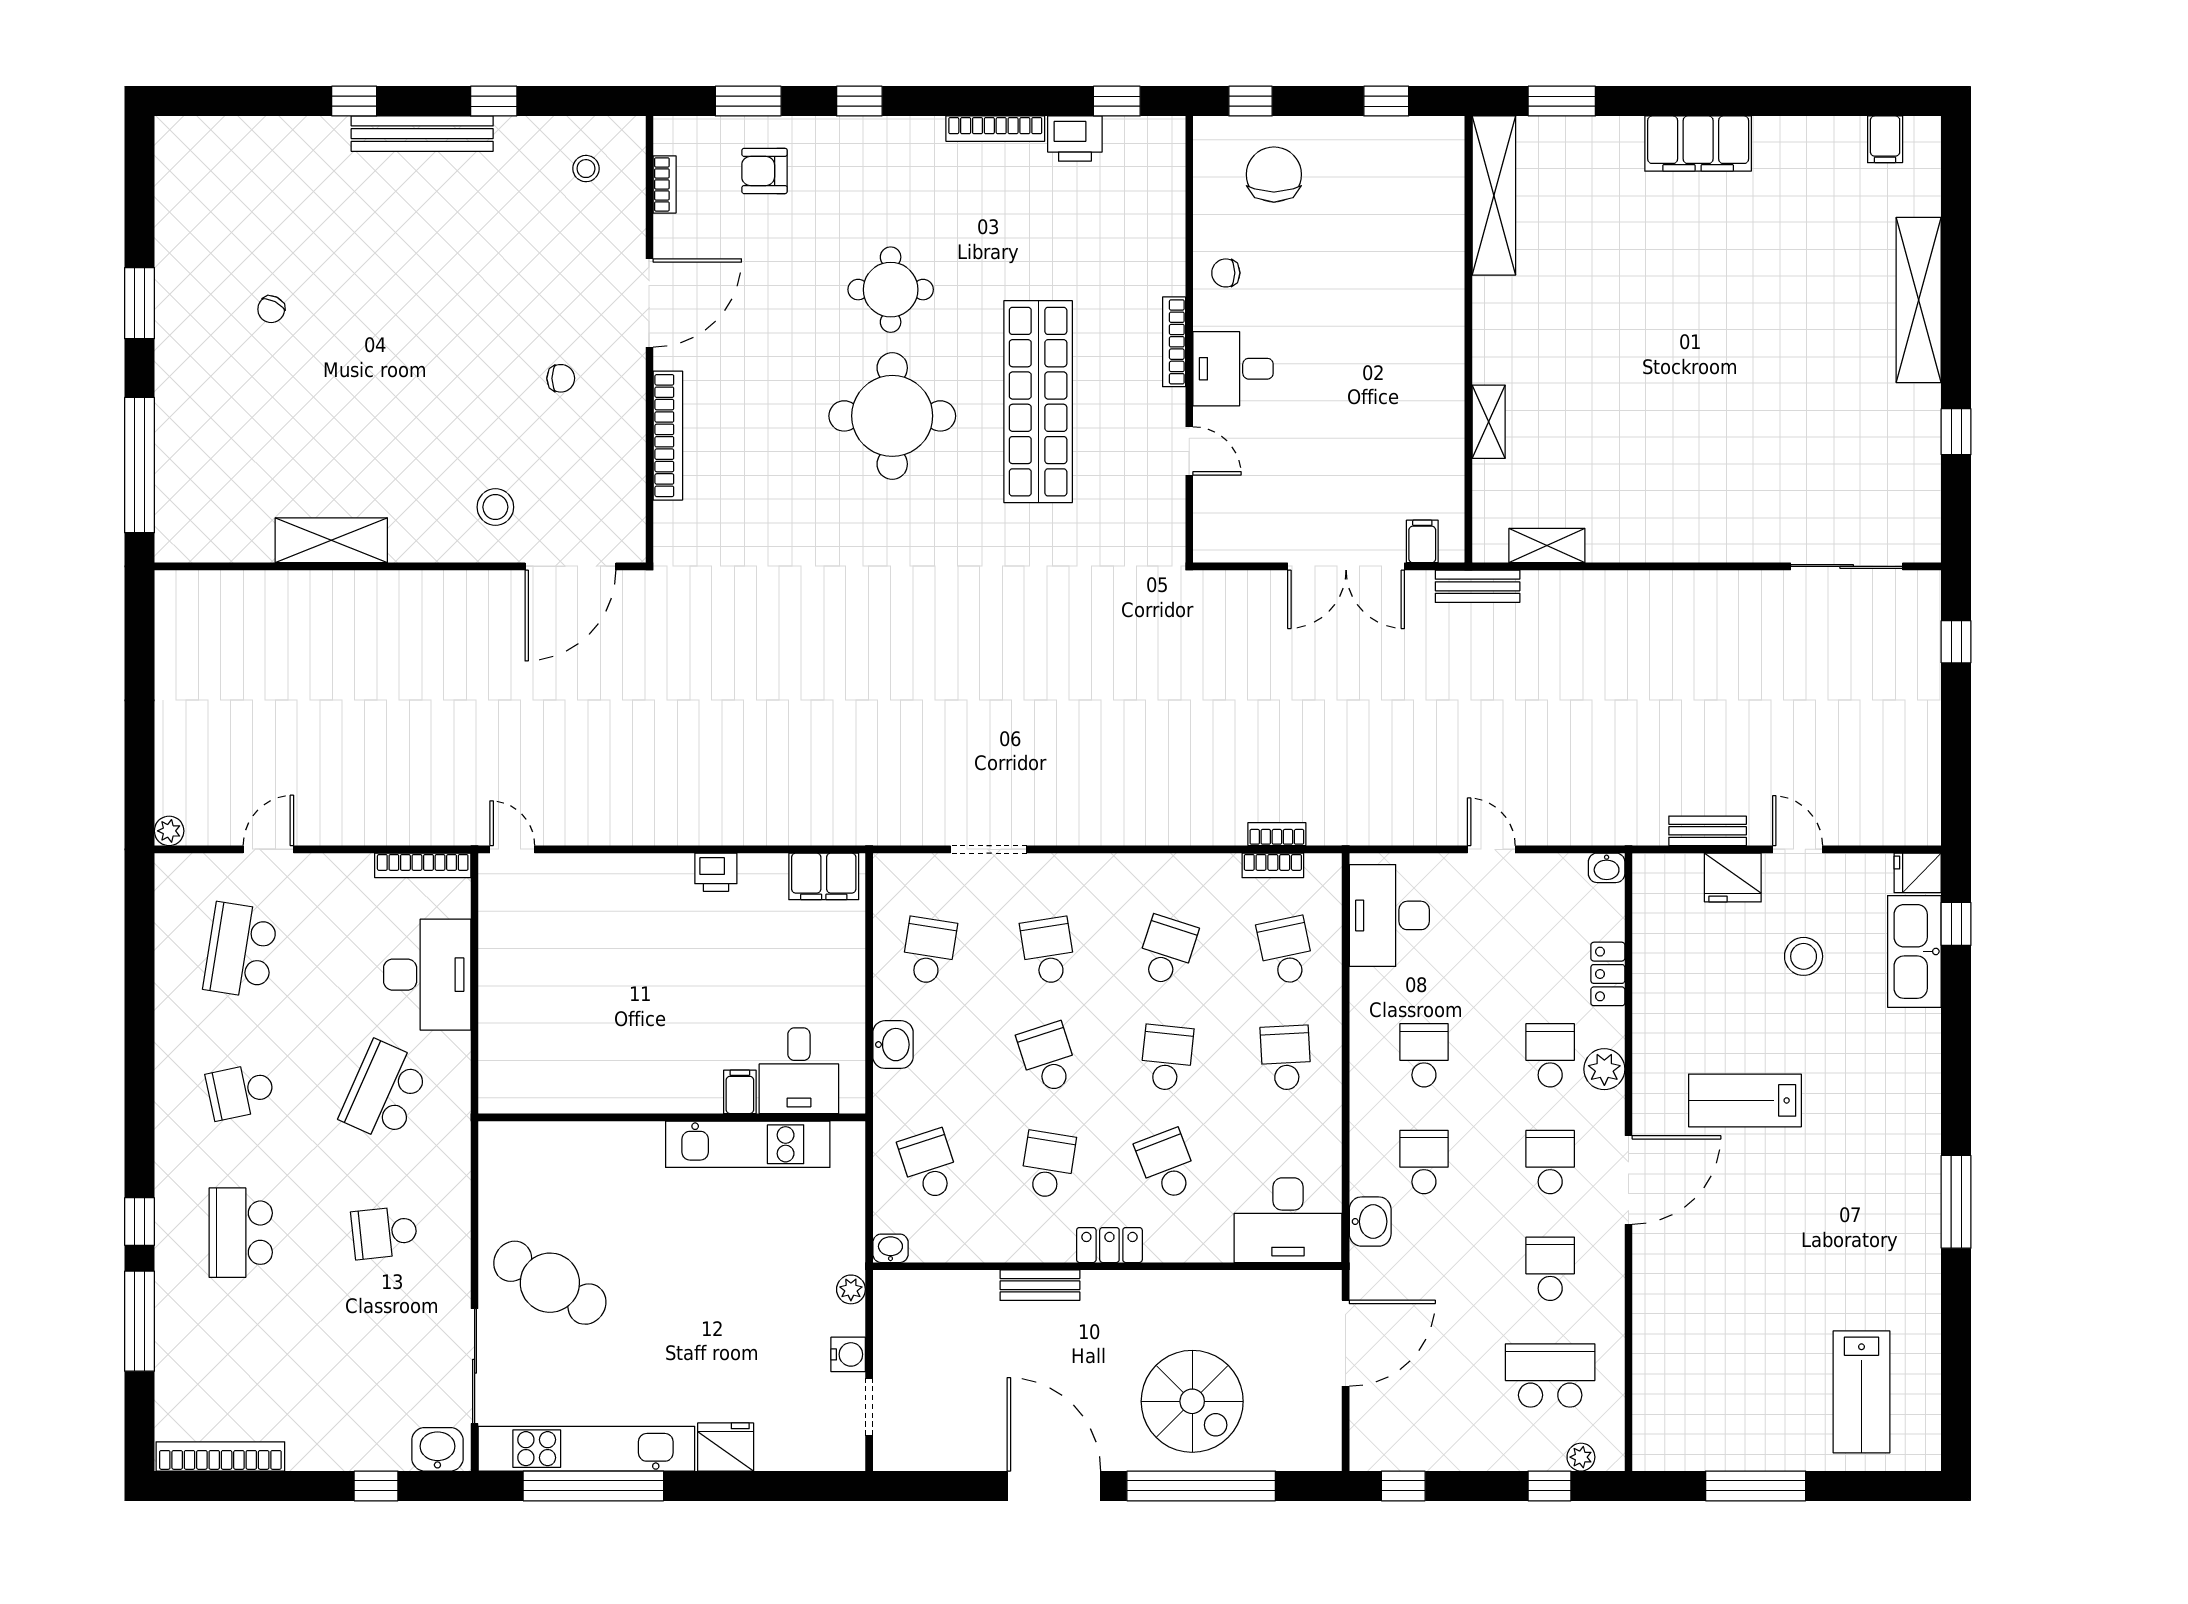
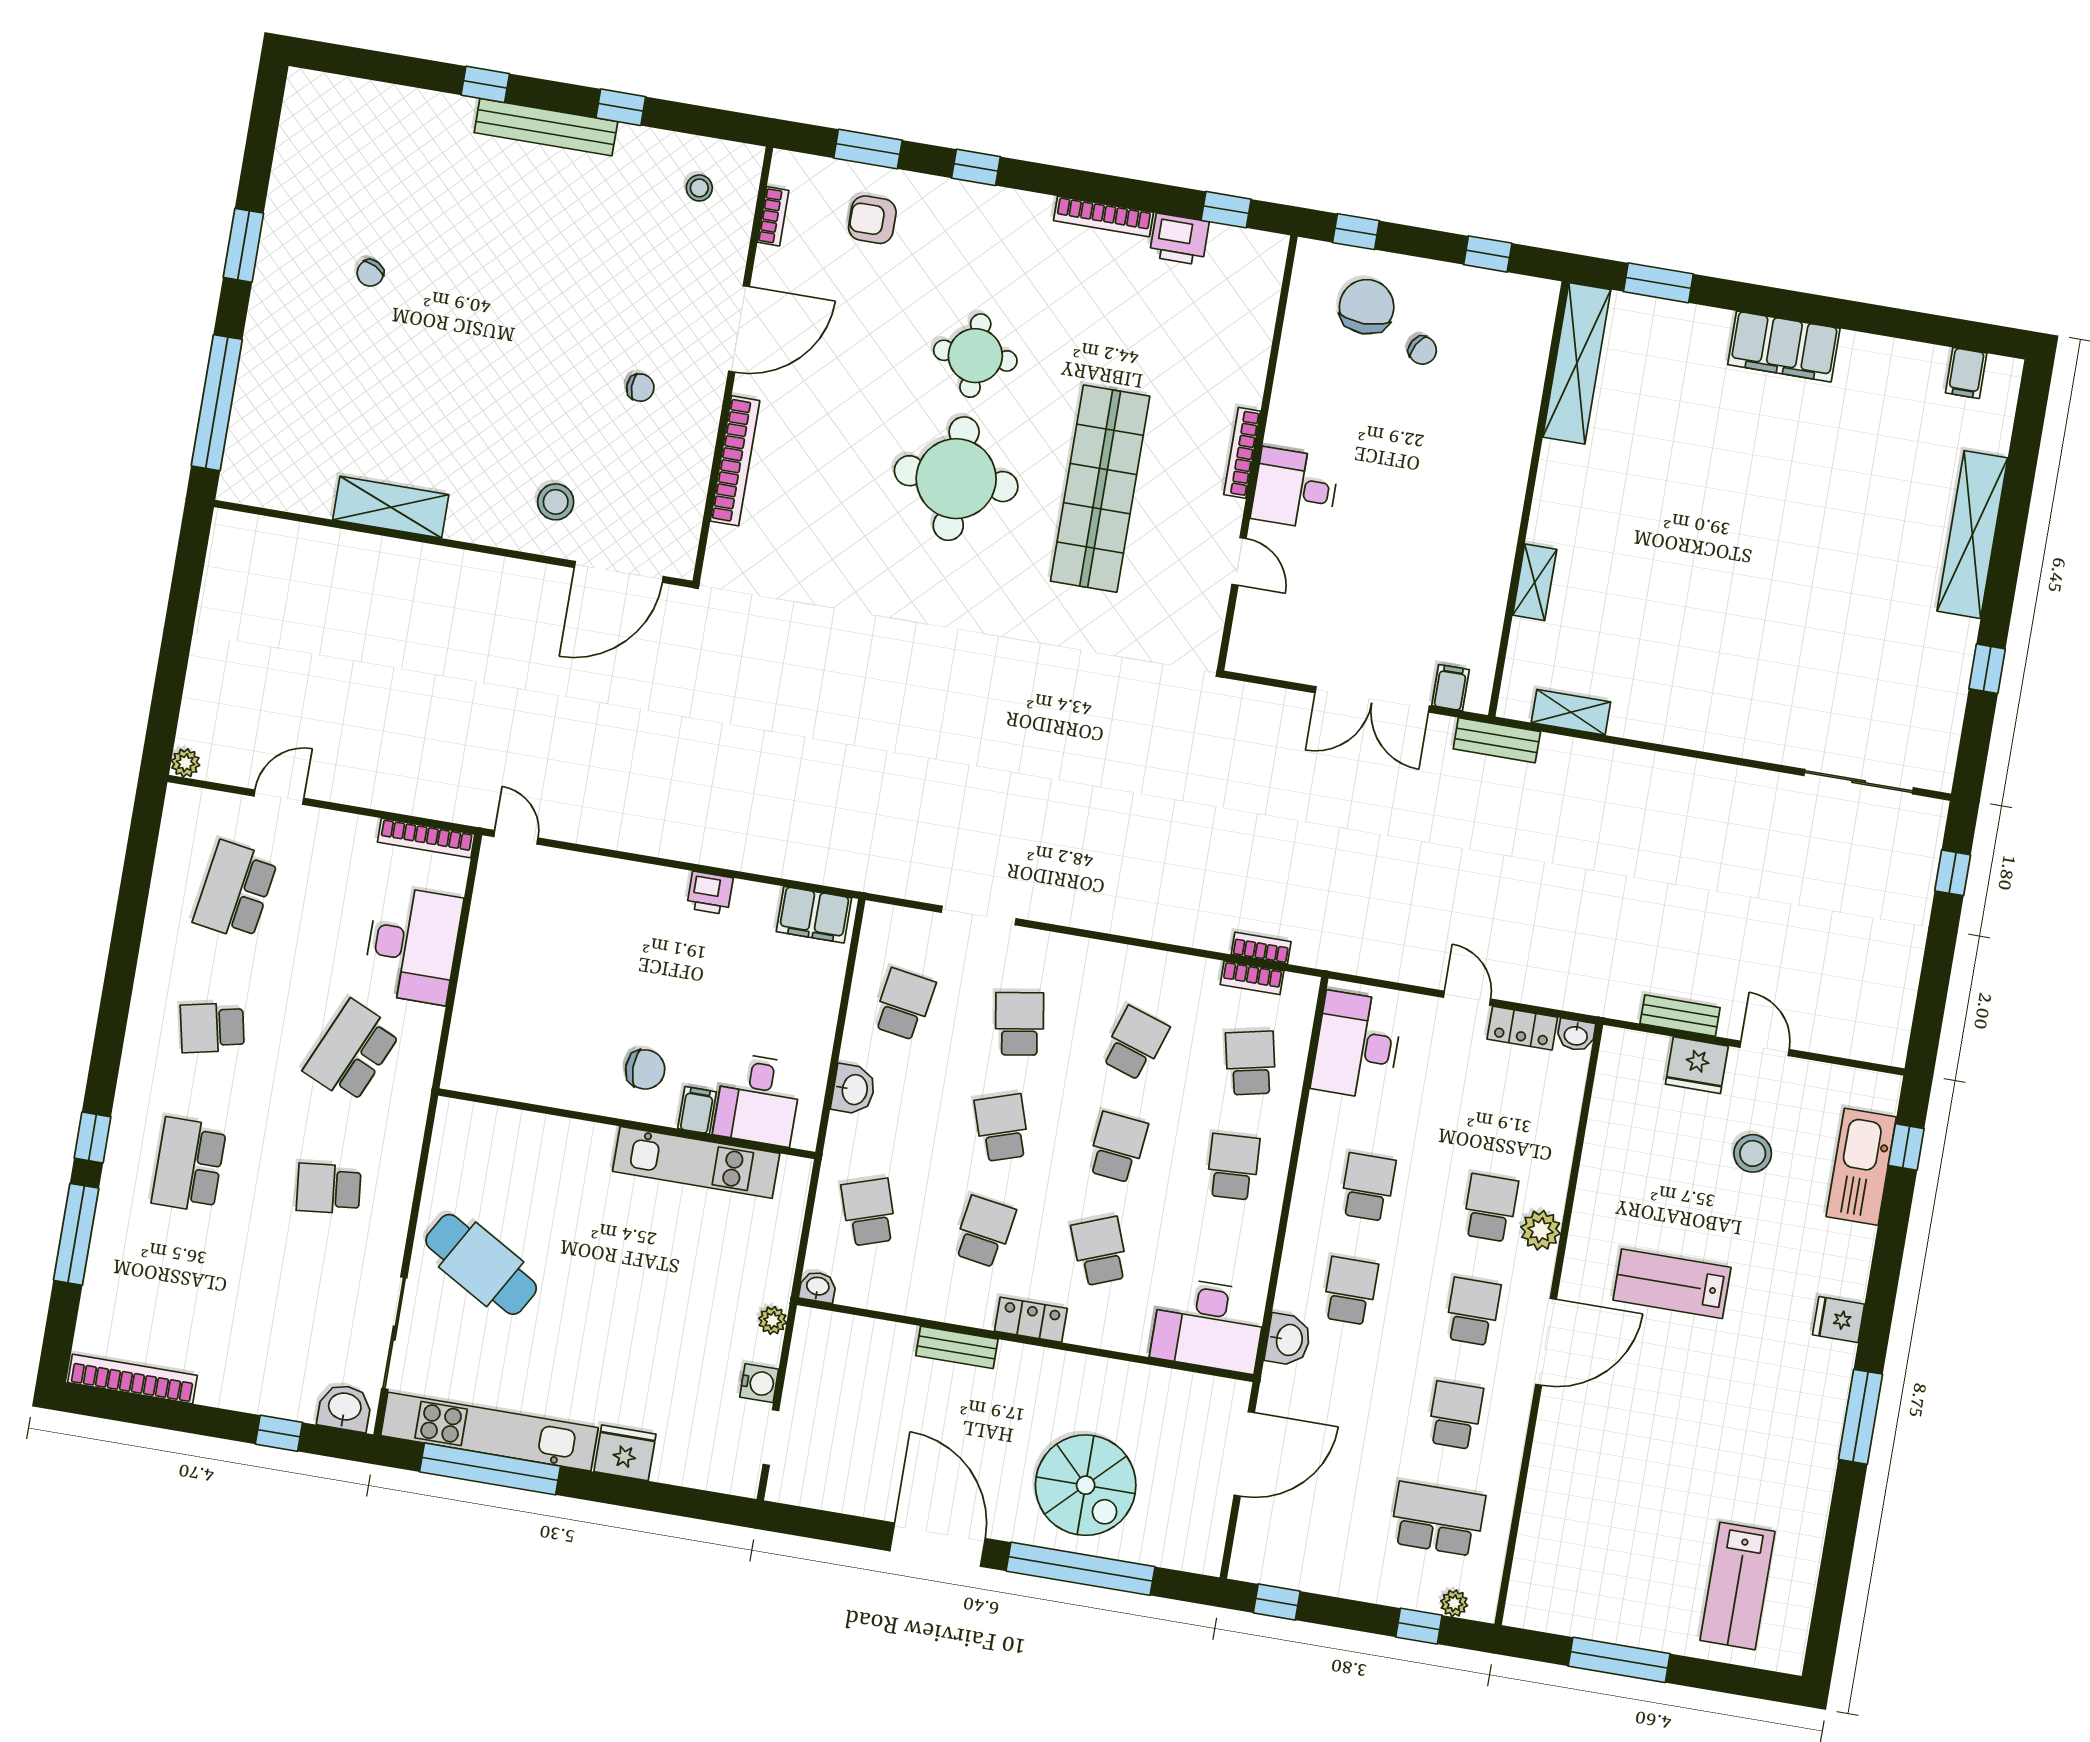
chair: (1226, 273) -> (1422, 350), moved, turned -150
fridge: (1918, 873) -> (1839, 1320), moved
locker: (1608, 974) -> (1522, 1028), moved, turned -90
chair: (681, 1060) -> (645, 1069), added

